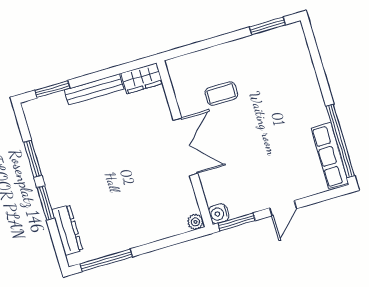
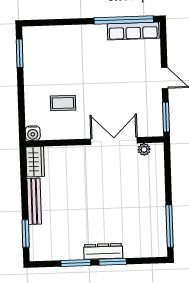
coffee table: (221, 94) -> (63, 103), turned 90
double door: (186, 147) -> (114, 141), moved
water cooler: (219, 214) -> (33, 133), moved
plant: (195, 222) -> (144, 149), moved
dresser: (67, 230) -> (103, 251), moved

